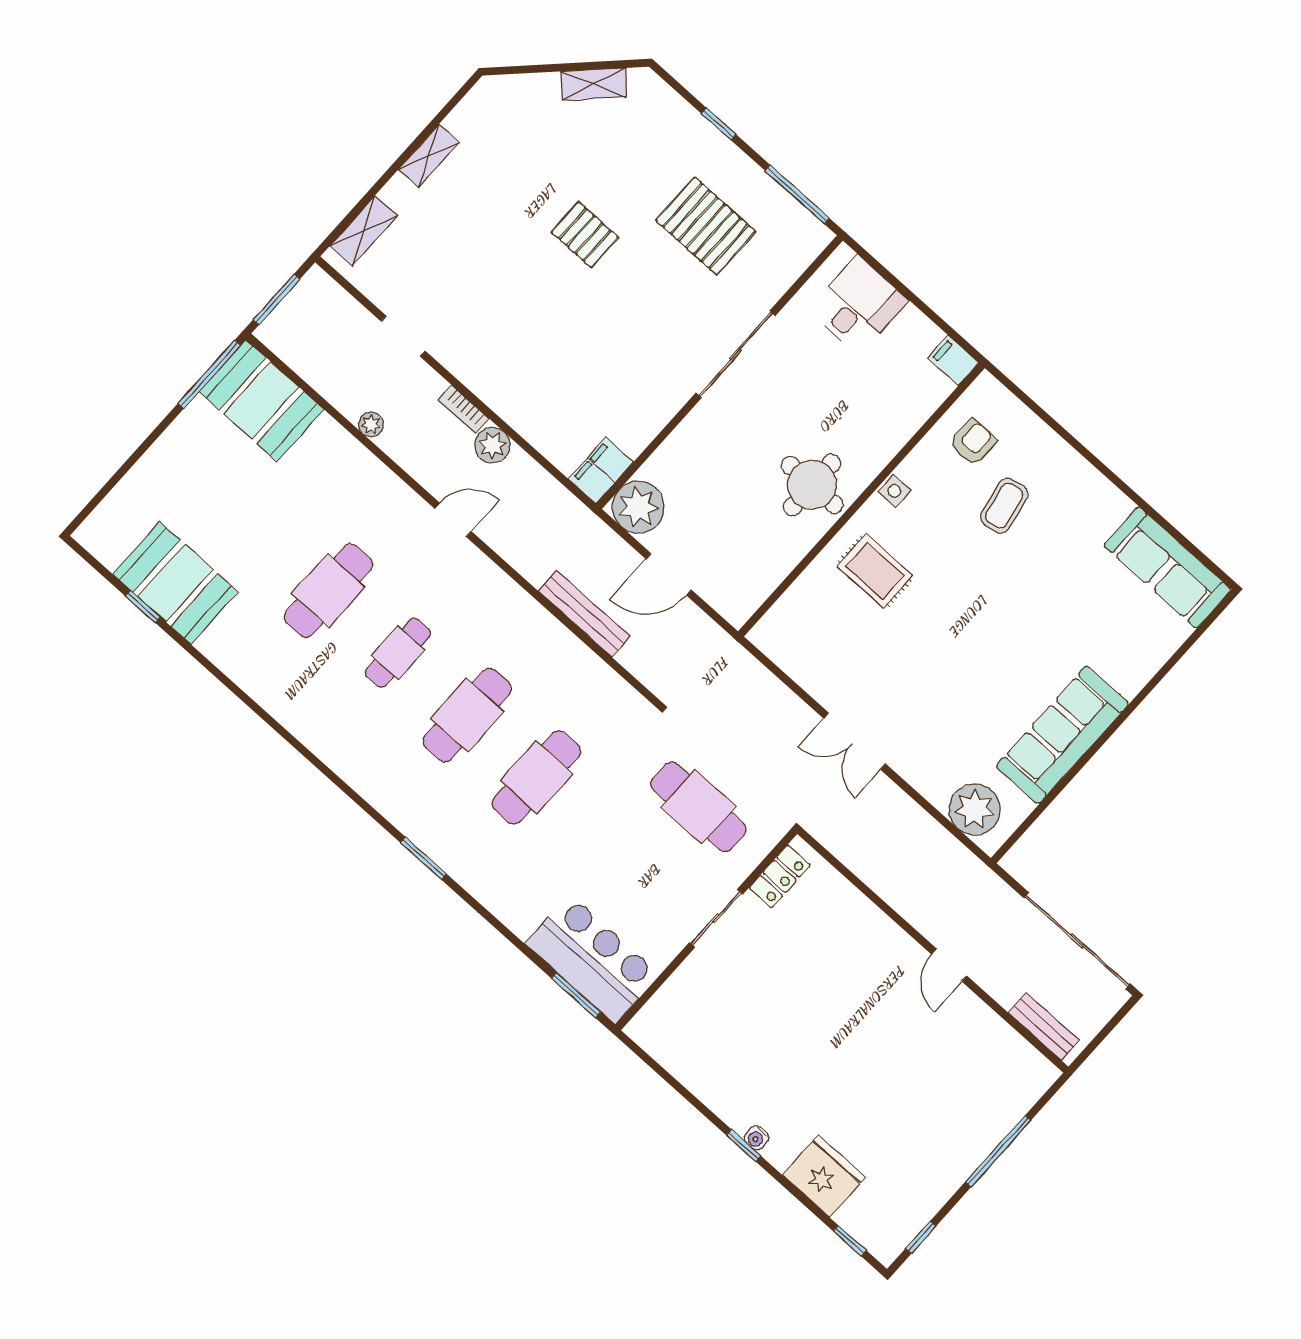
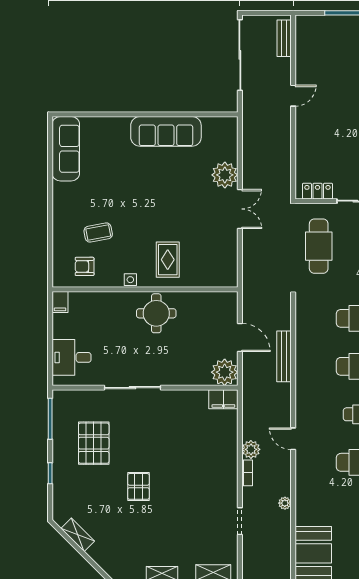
plant: (975, 809) -> (225, 175), moved

